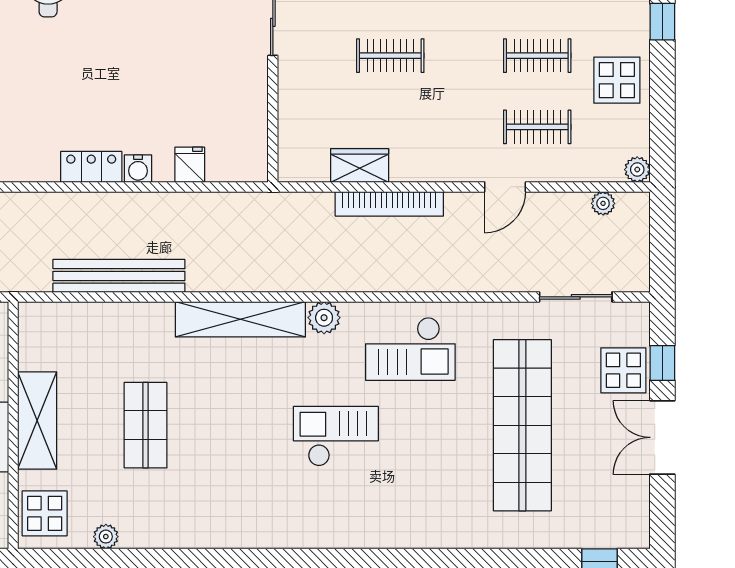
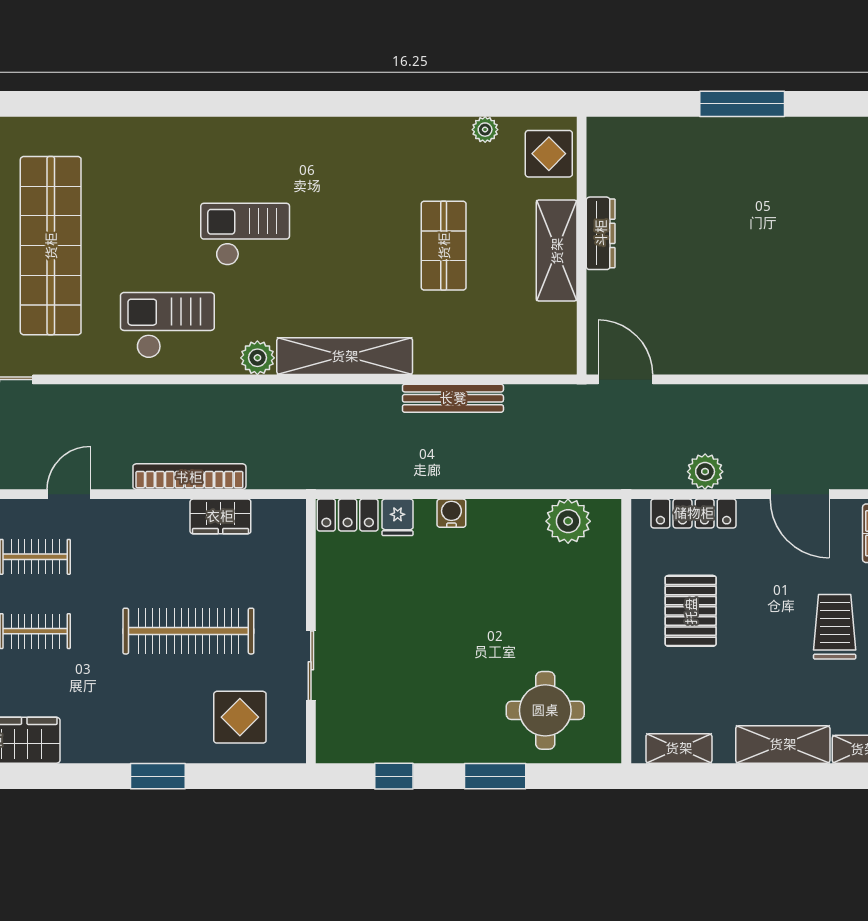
clothes rail: (390, 56) -> (188, 631), width x1.86, depth x1.31
plant: (26, 161) -> (568, 521), added
locker: (91, 167) -> (348, 515), moved
bench: (119, 276) -> (453, 398), width x0.73, depth x0.82
checkout: (336, 436) -> (245, 234), turned 180

